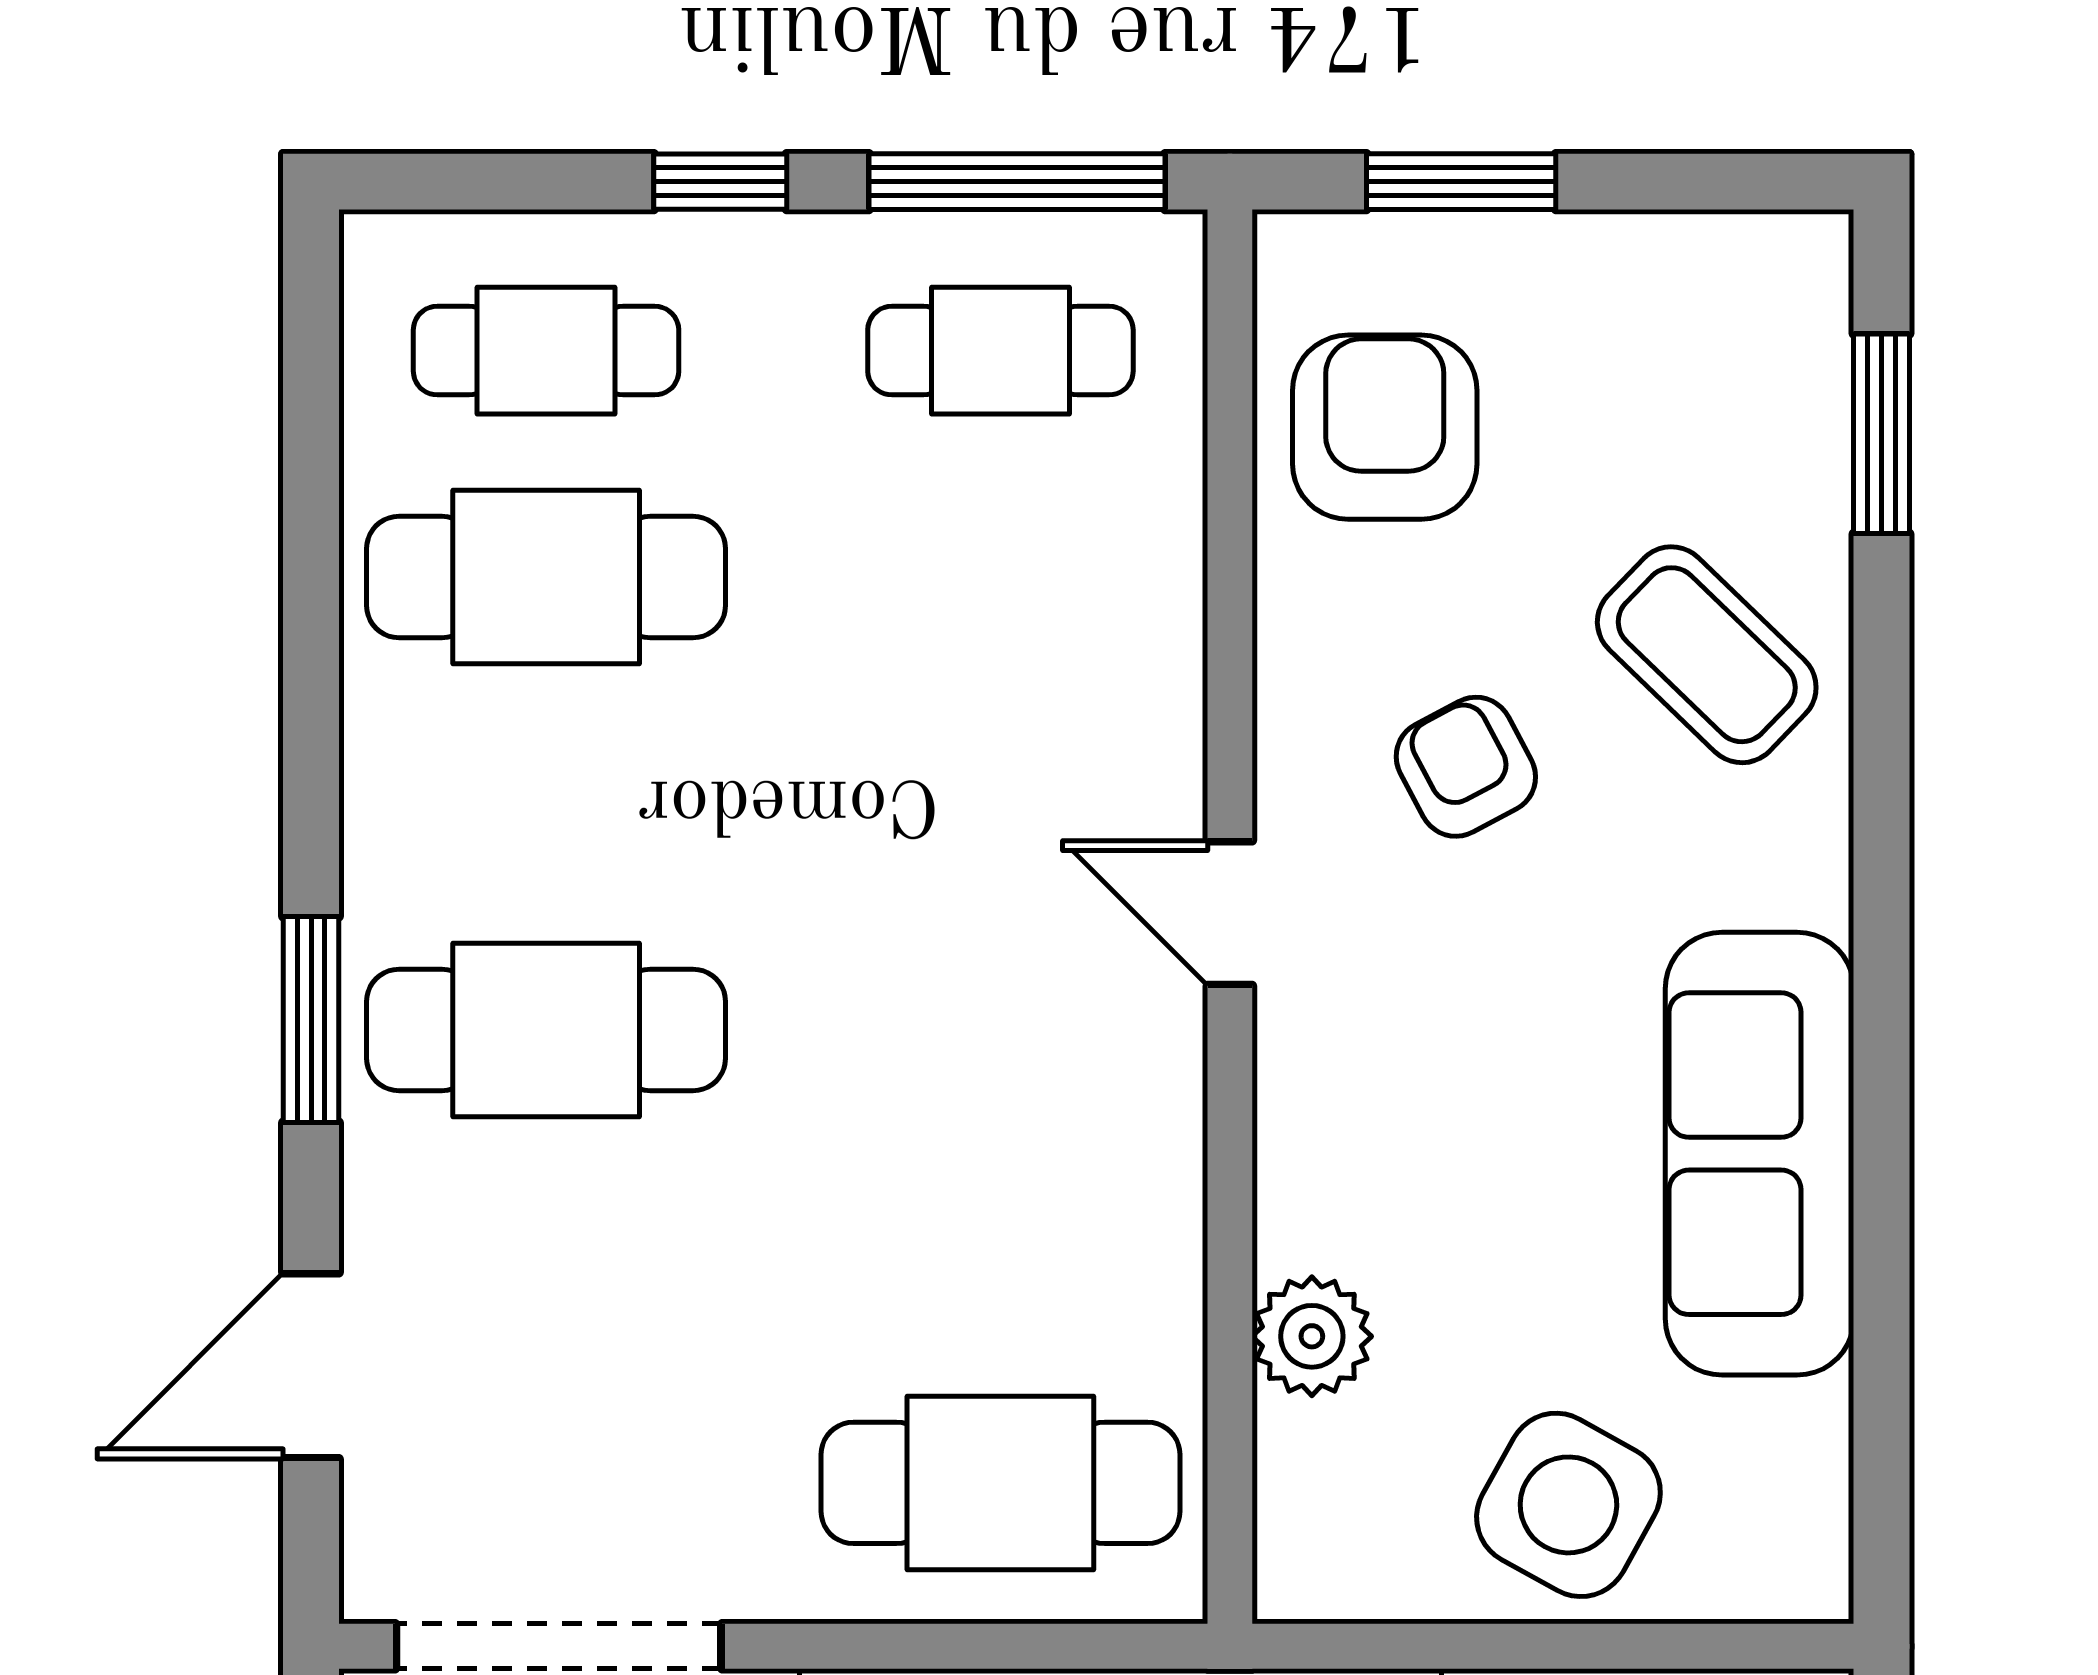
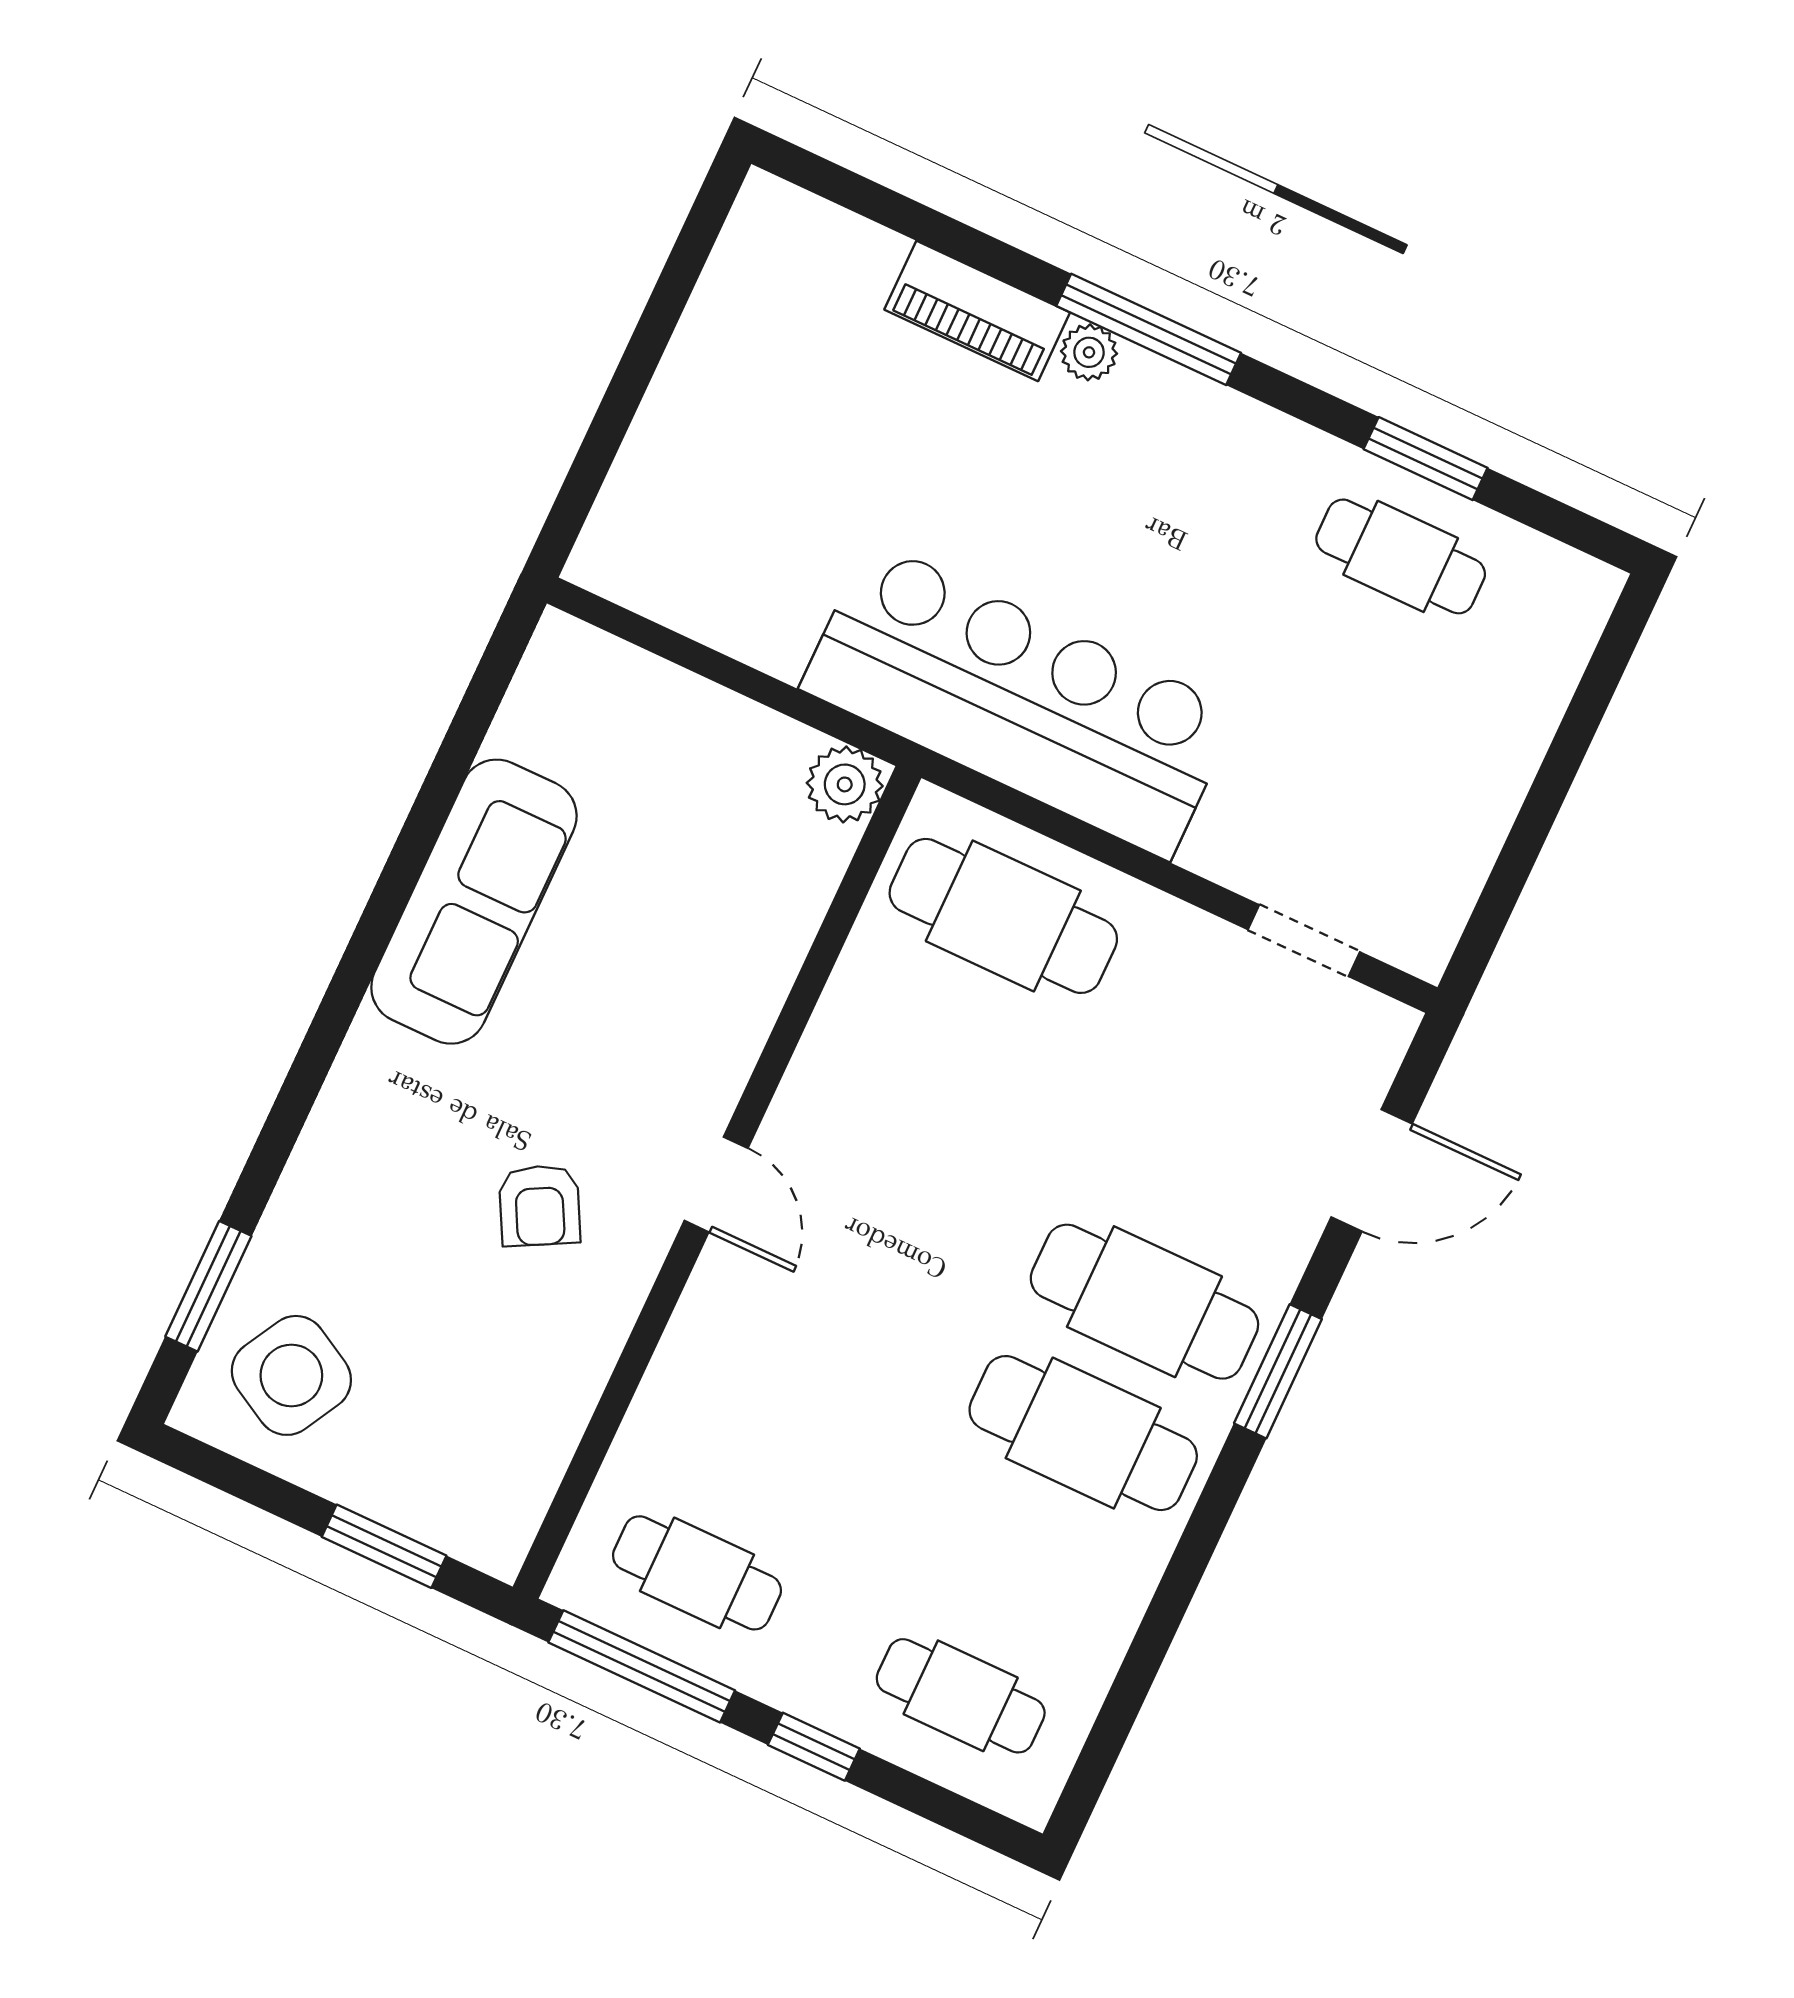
armchair: (1385, 427) -> (495, 1424), removed
cafe table: (546, 577) -> (1083, 1433), moved
coffee table: (1707, 655) -> (370, 1205), removed
plant: (1312, 1336) -> (845, 784), moved
side table: (1568, 1505) -> (291, 1375), moved
doorway: (559, 1646) -> (1304, 941), width x0.53

